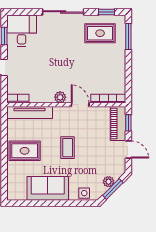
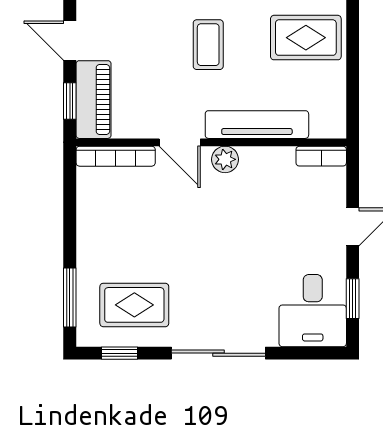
tv unit: (30, 113) -> (257, 125), moved

